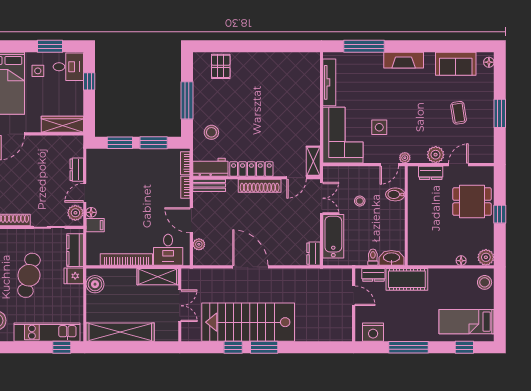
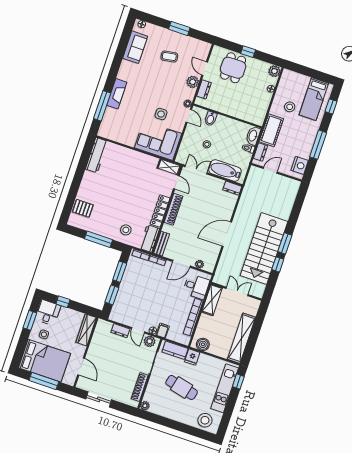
fireplace: (404, 60) -> (117, 94), moved
workbench: (297, 61) -> (97, 155), added
tv unit: (329, 82) -> (119, 138), removed
stool: (485, 282) -> (290, 107), moved

